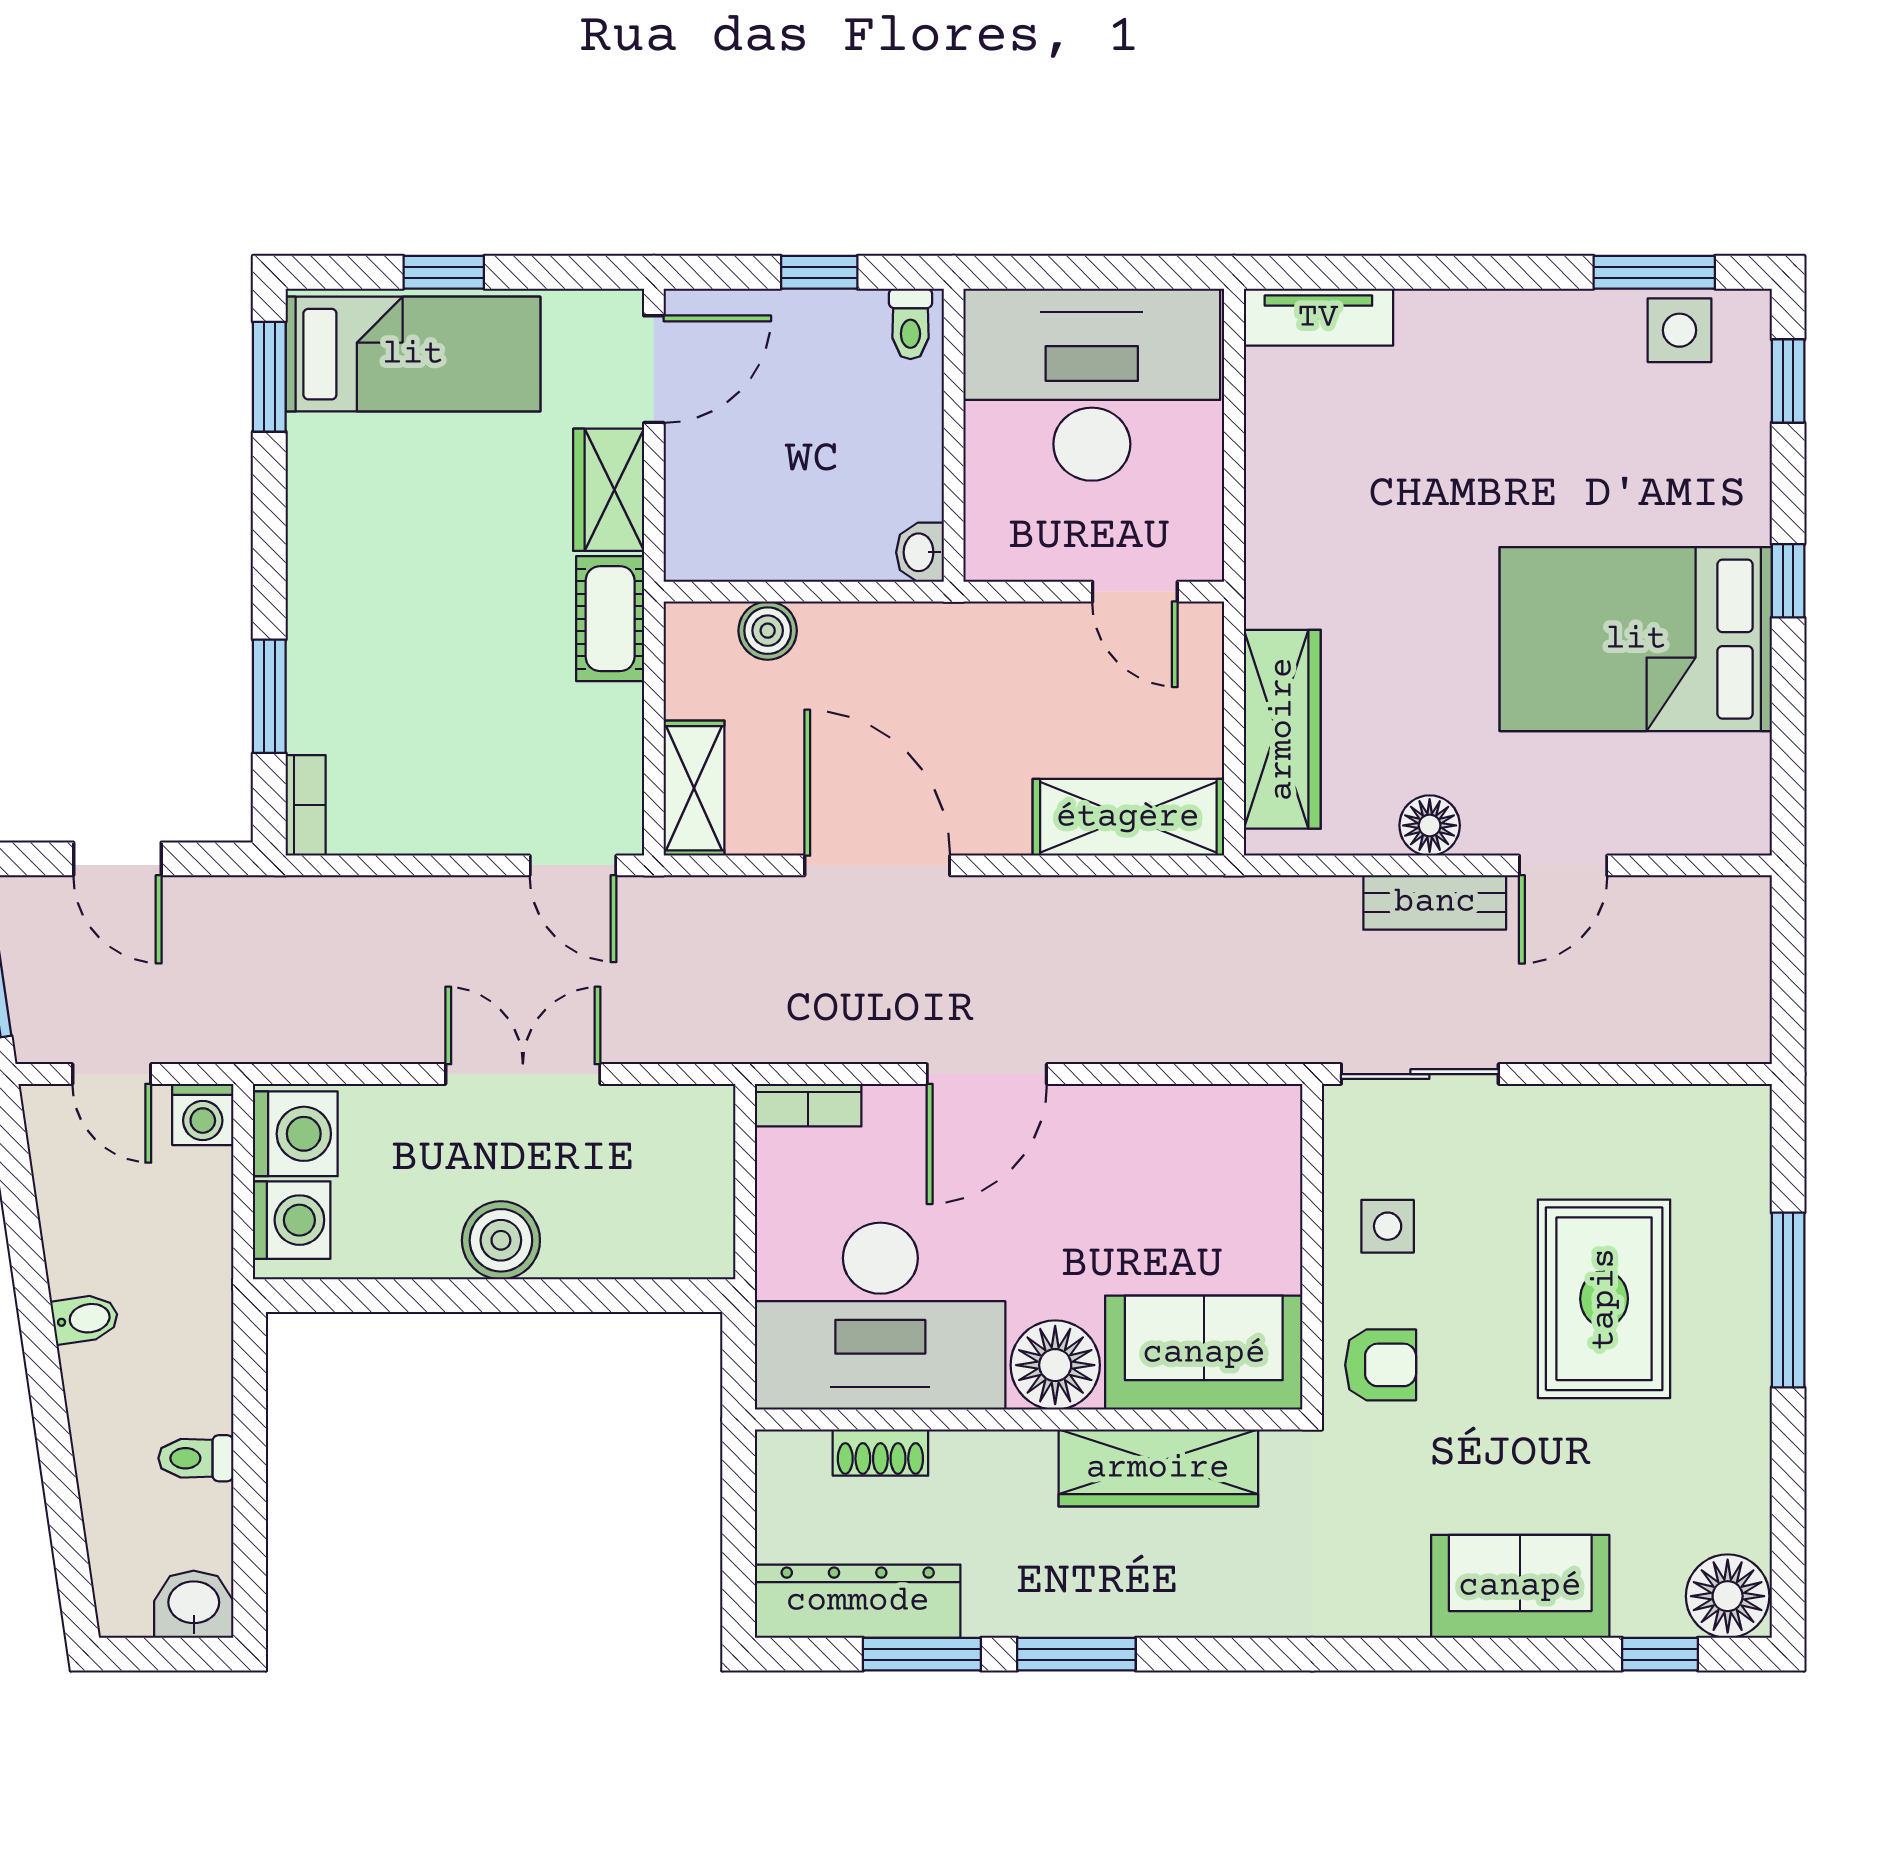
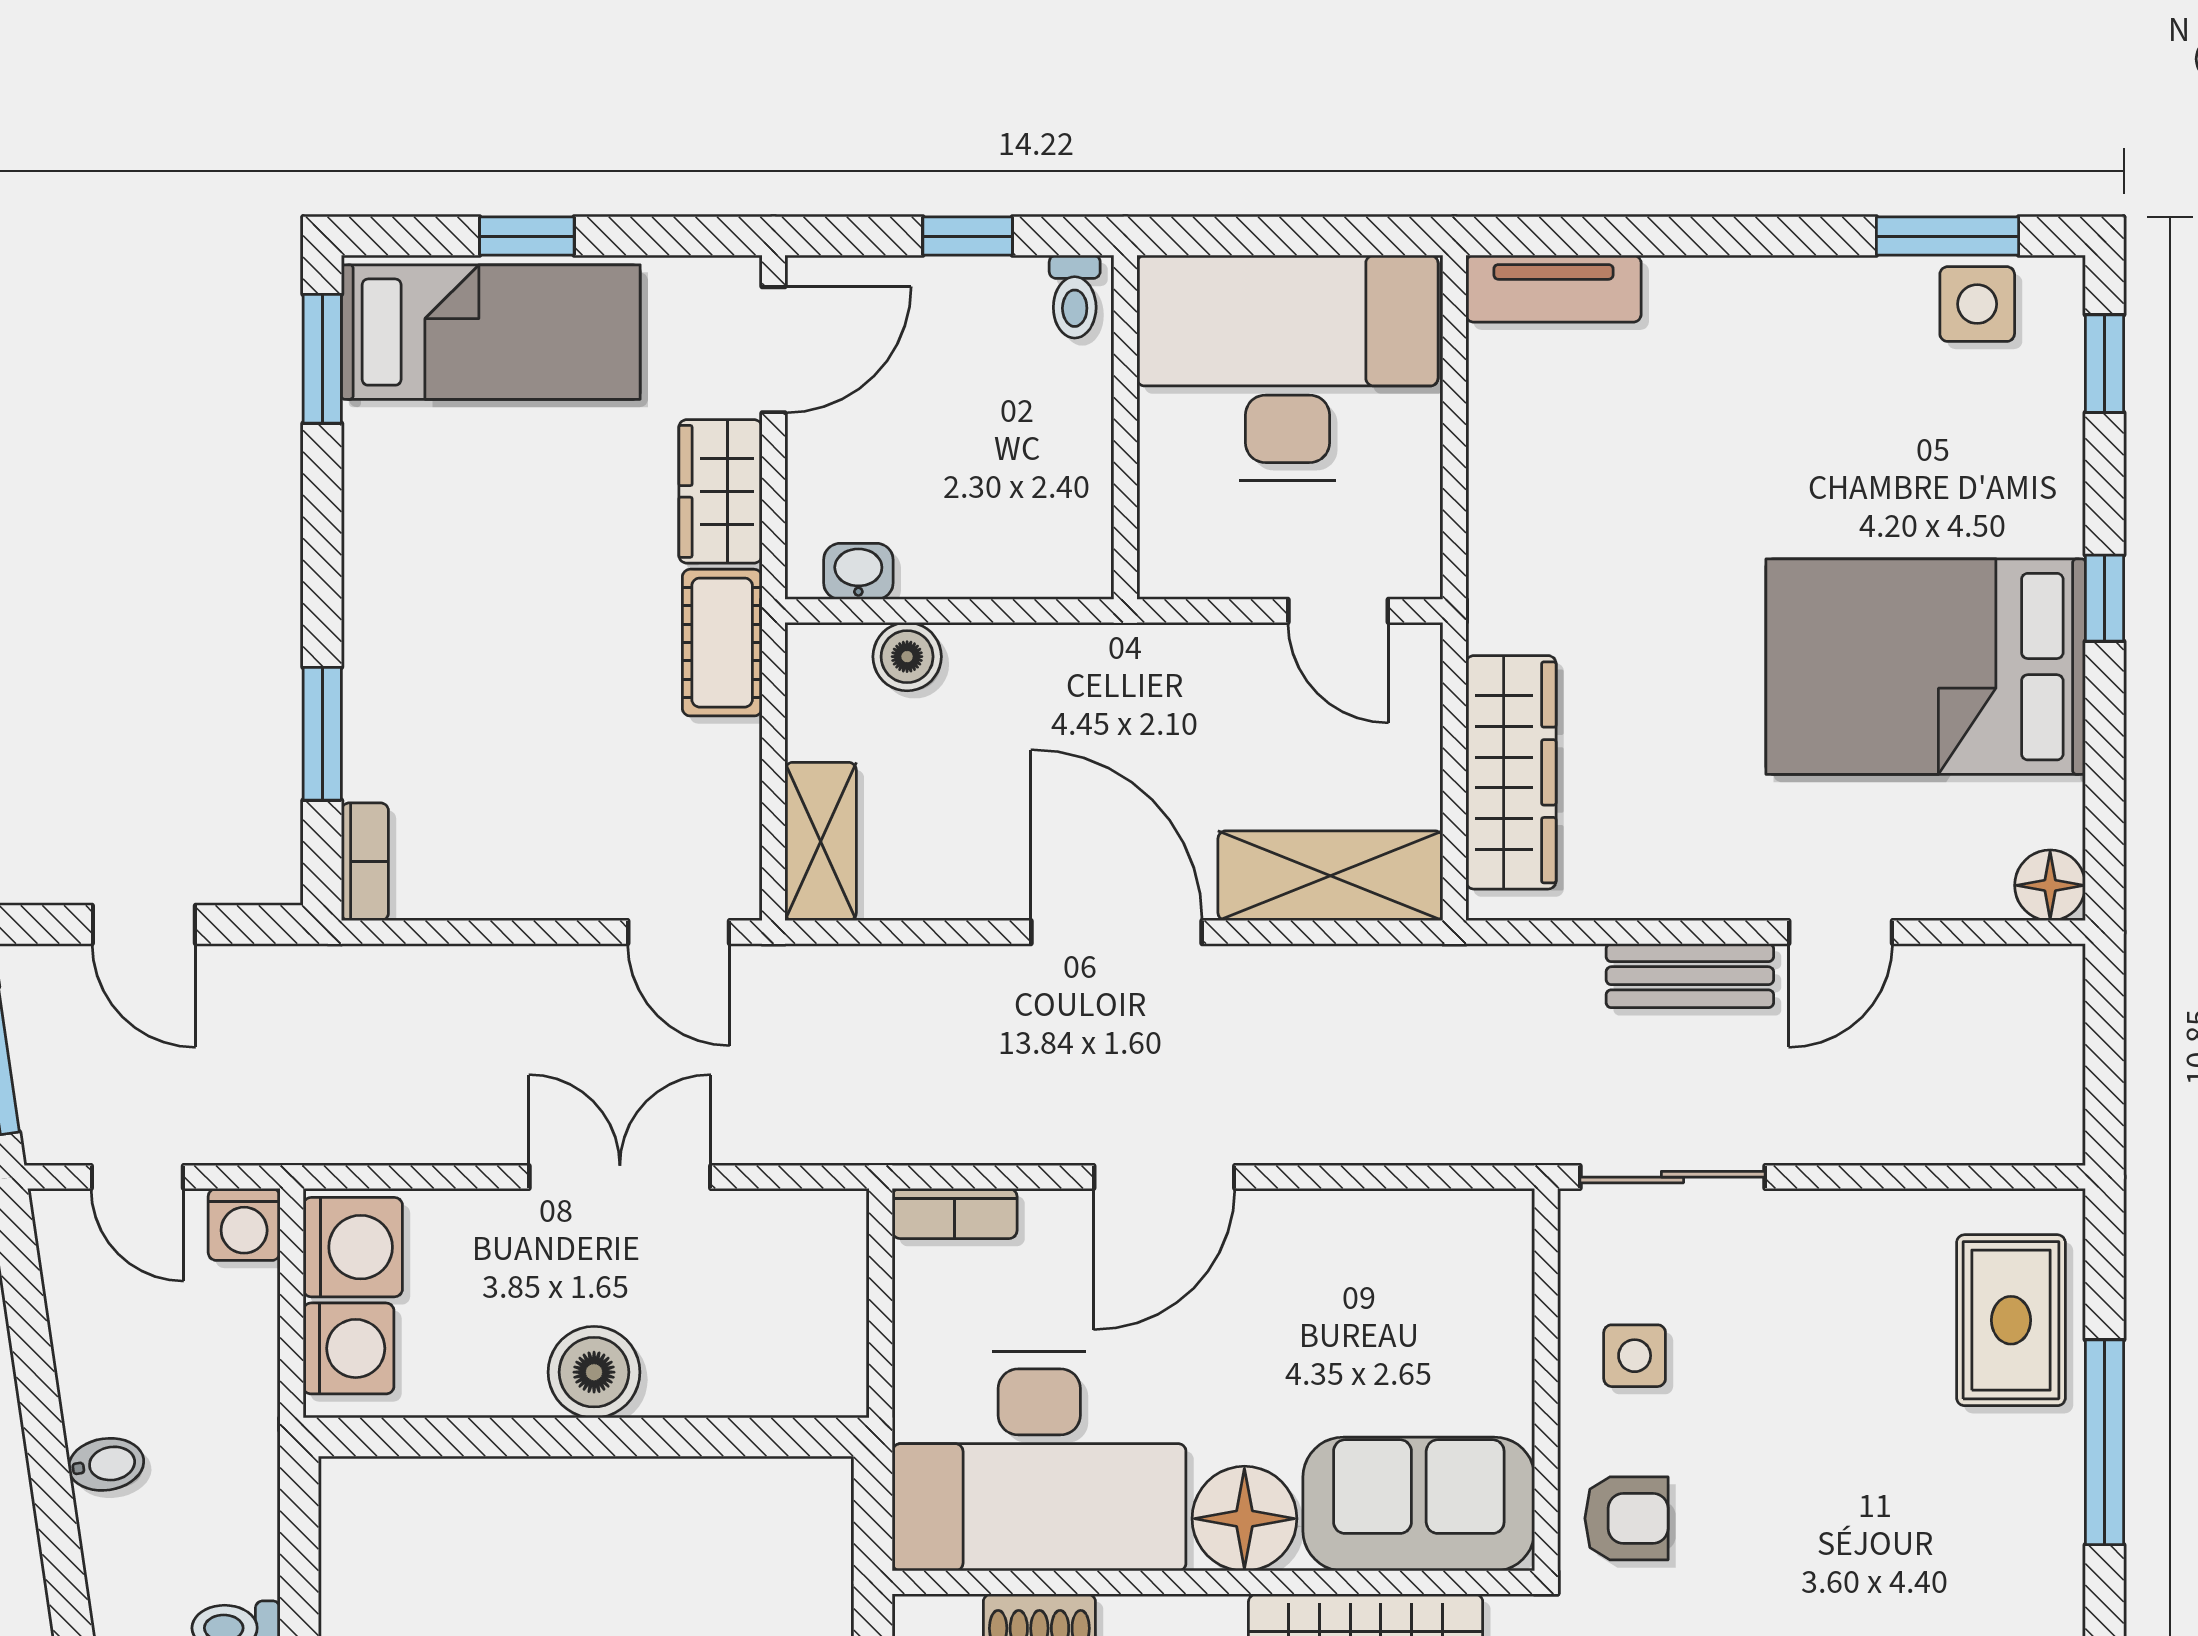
washbasin: (920, 552) -> (858, 571), moved, turned 90
floor lamp: (1430, 825) -> (2050, 885), moved
door: (877, 865) -> (1117, 932), moved
rug: (1604, 1299) -> (2011, 1320), moved, width x0.73, depth x0.70

